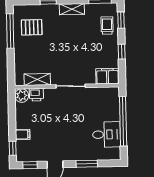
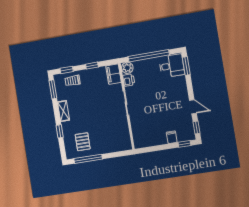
shelving: (37, 79) -> (124, 131), removed
printer: (36, 95) -> (129, 80), moved
plant: (22, 96) -> (127, 68), moved
desk: (107, 135) -> (172, 66), moved, turned 90
window: (87, 164) -> (186, 66), moved

